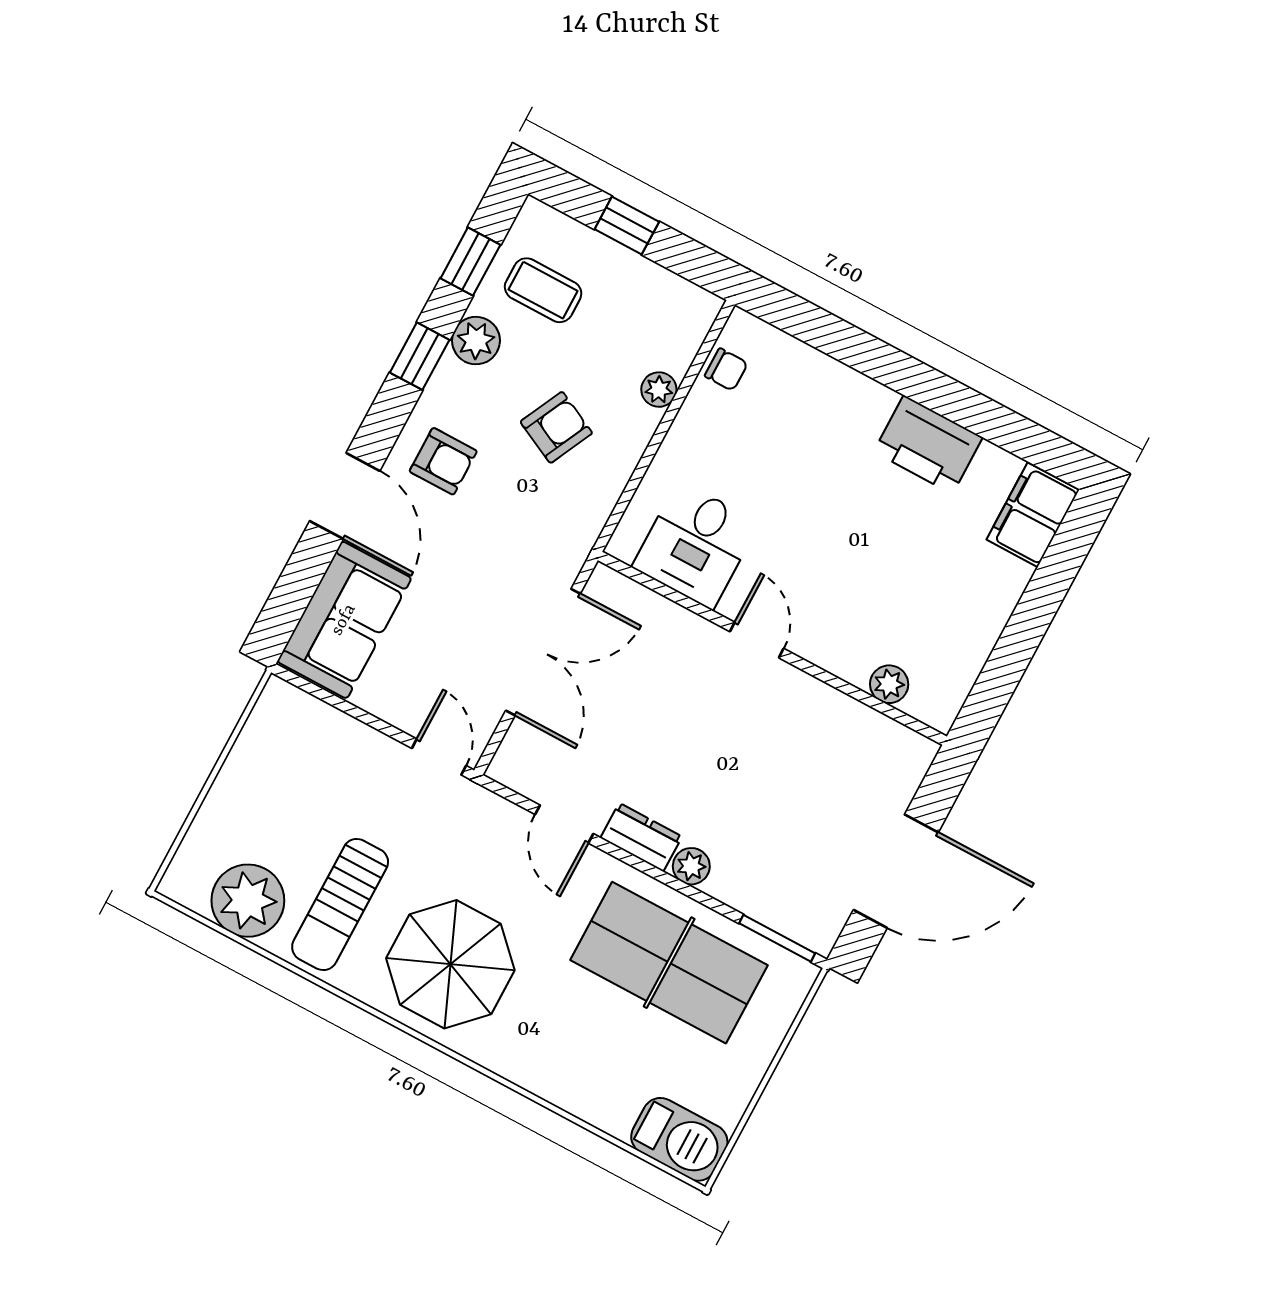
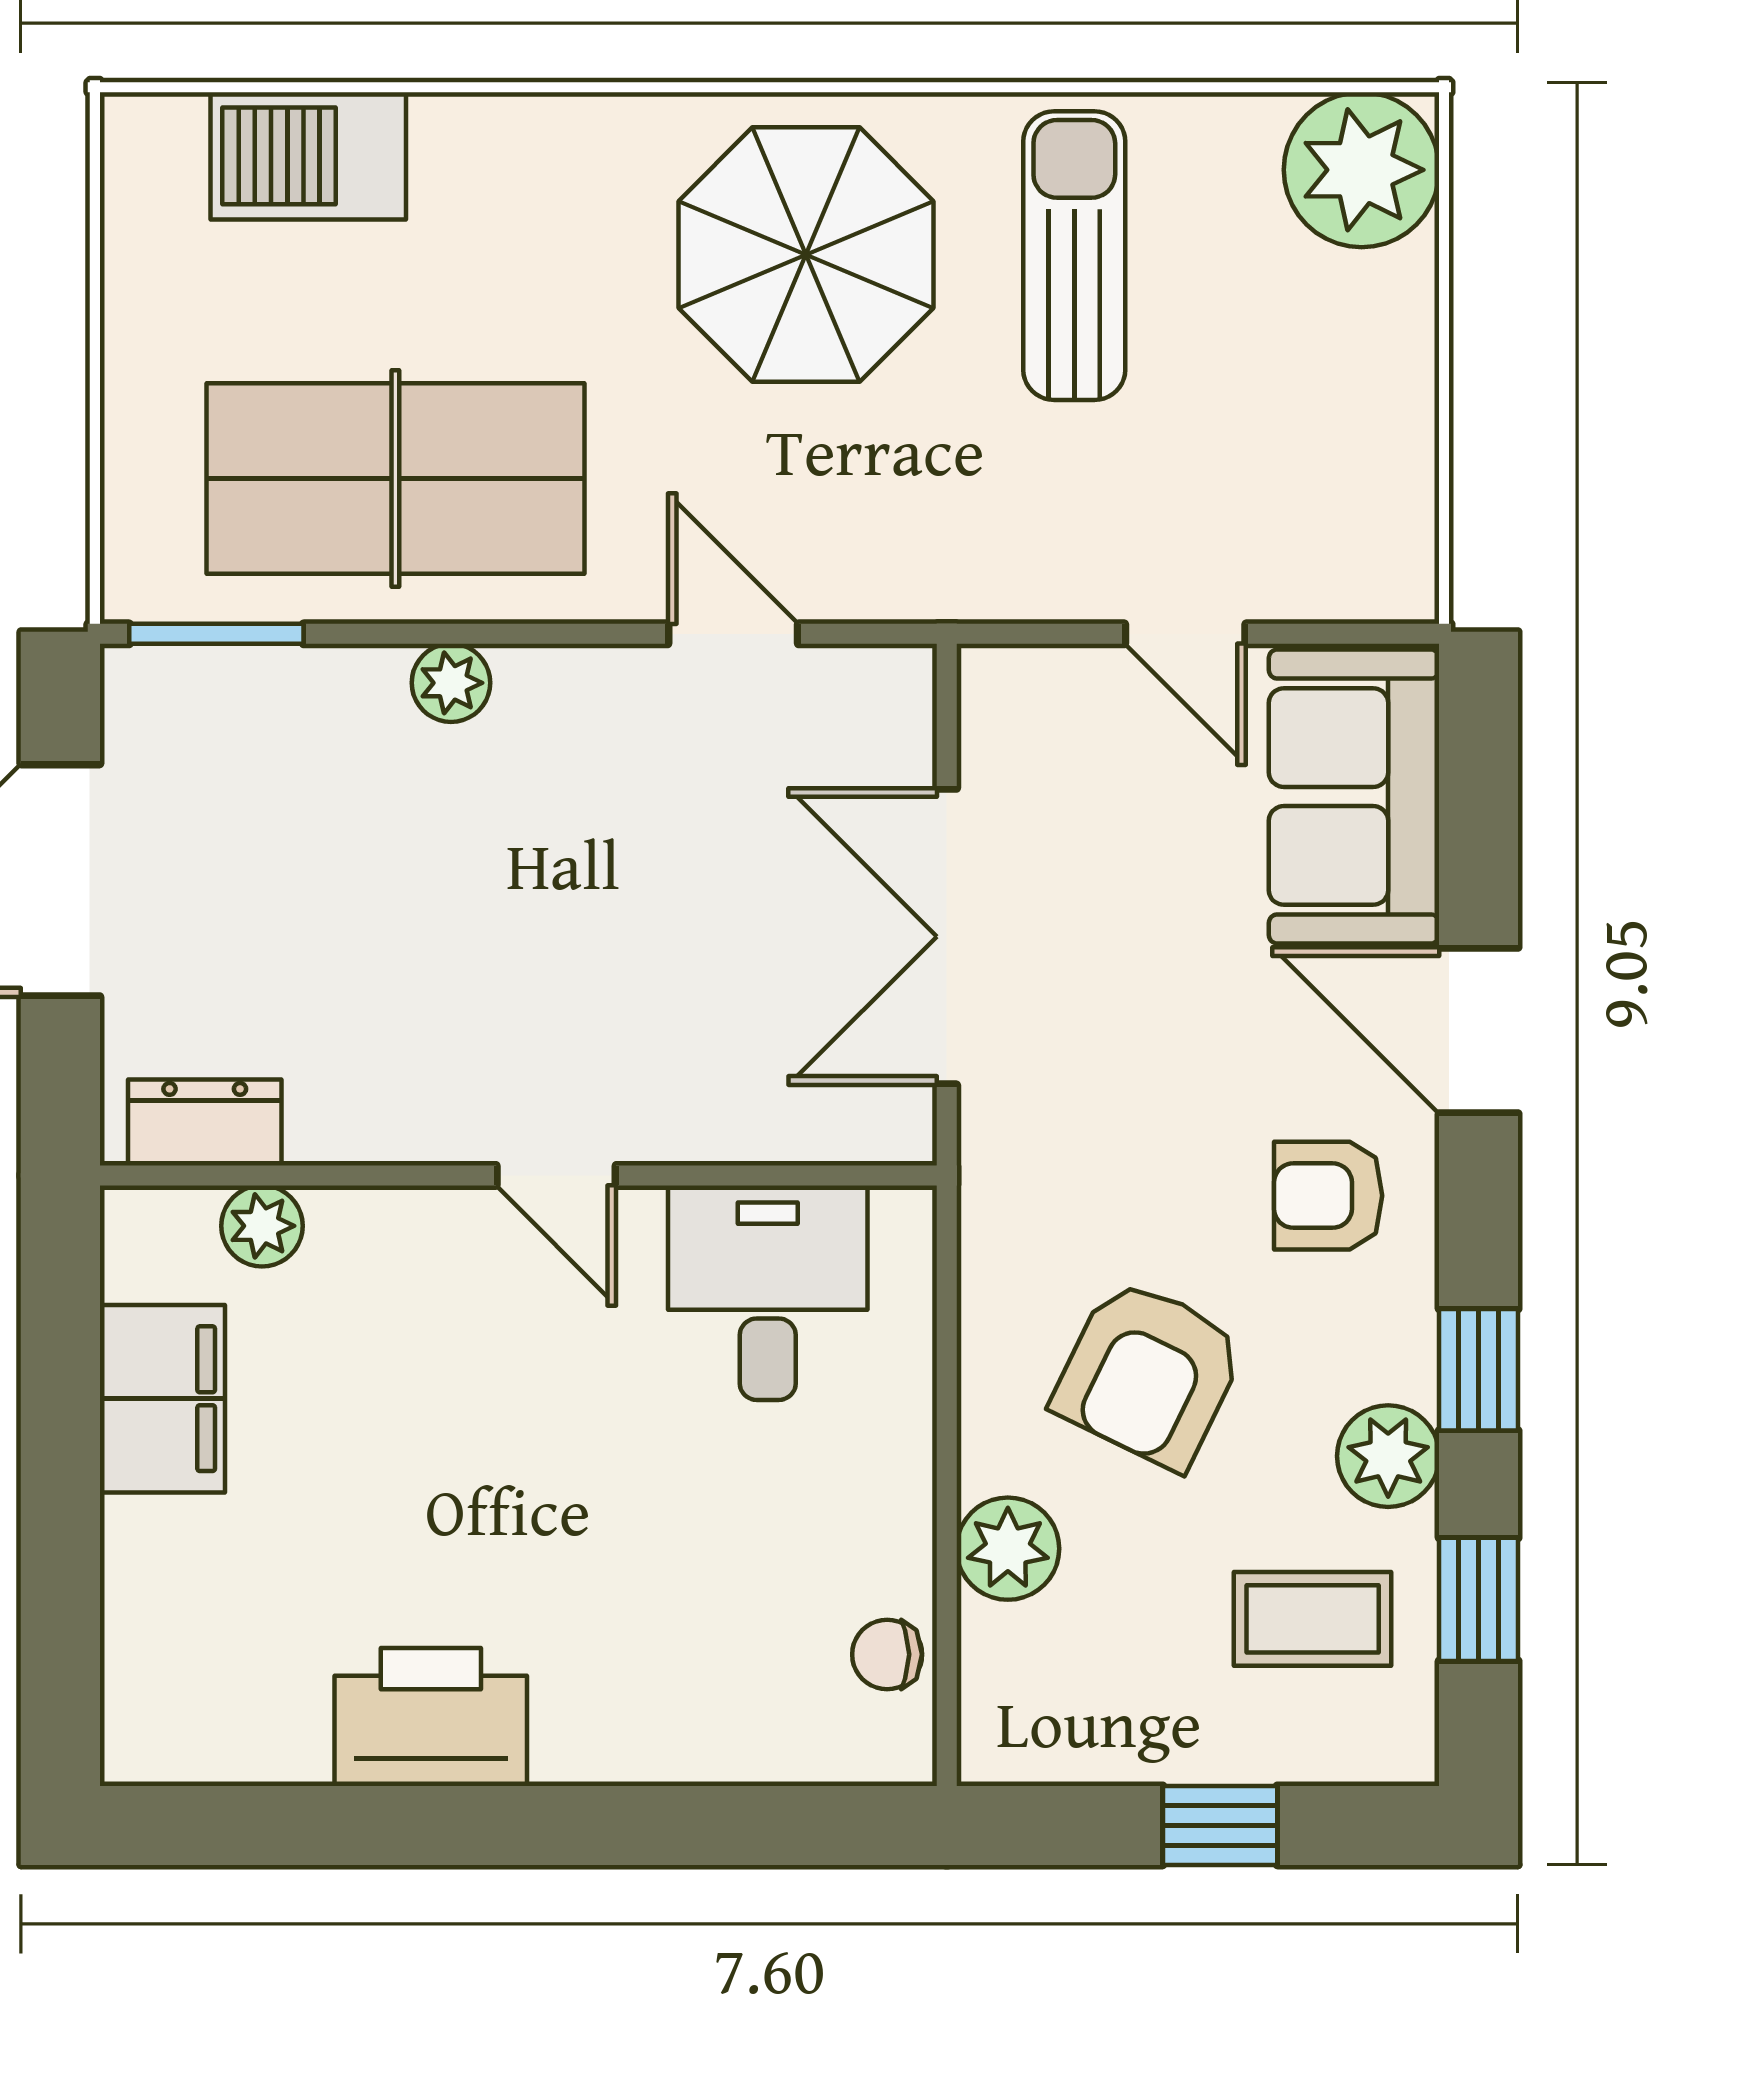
plant: (659, 390) -> (1008, 1549), width x1.38, depth x1.38
armchair: (556, 427) -> (1149, 1374), width x1.38, depth x1.38
filing cabinet: (1033, 515) -> (162, 1399), moved
door: (439, 757) -> (1185, 634), moved
dresser: (641, 837) -> (205, 1123), moved, turned 180
plant: (248, 901) -> (1362, 170), moved
barbecue: (679, 1139) -> (308, 156), moved

